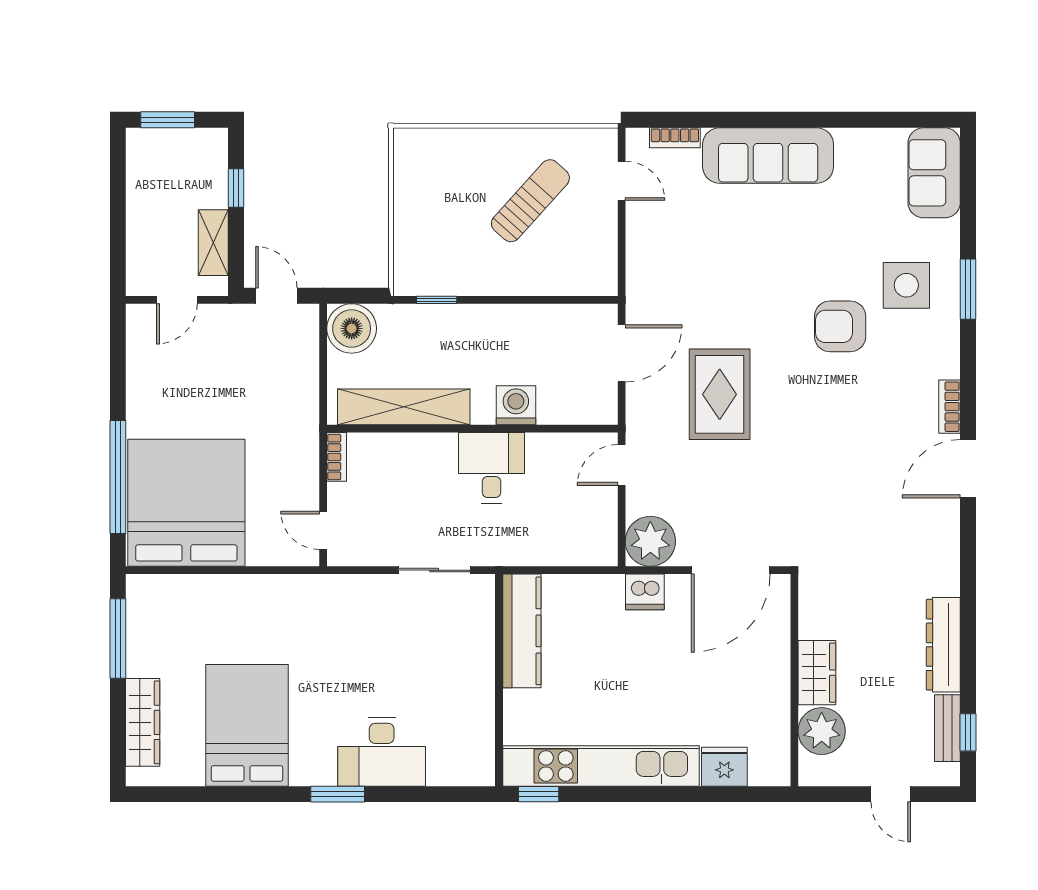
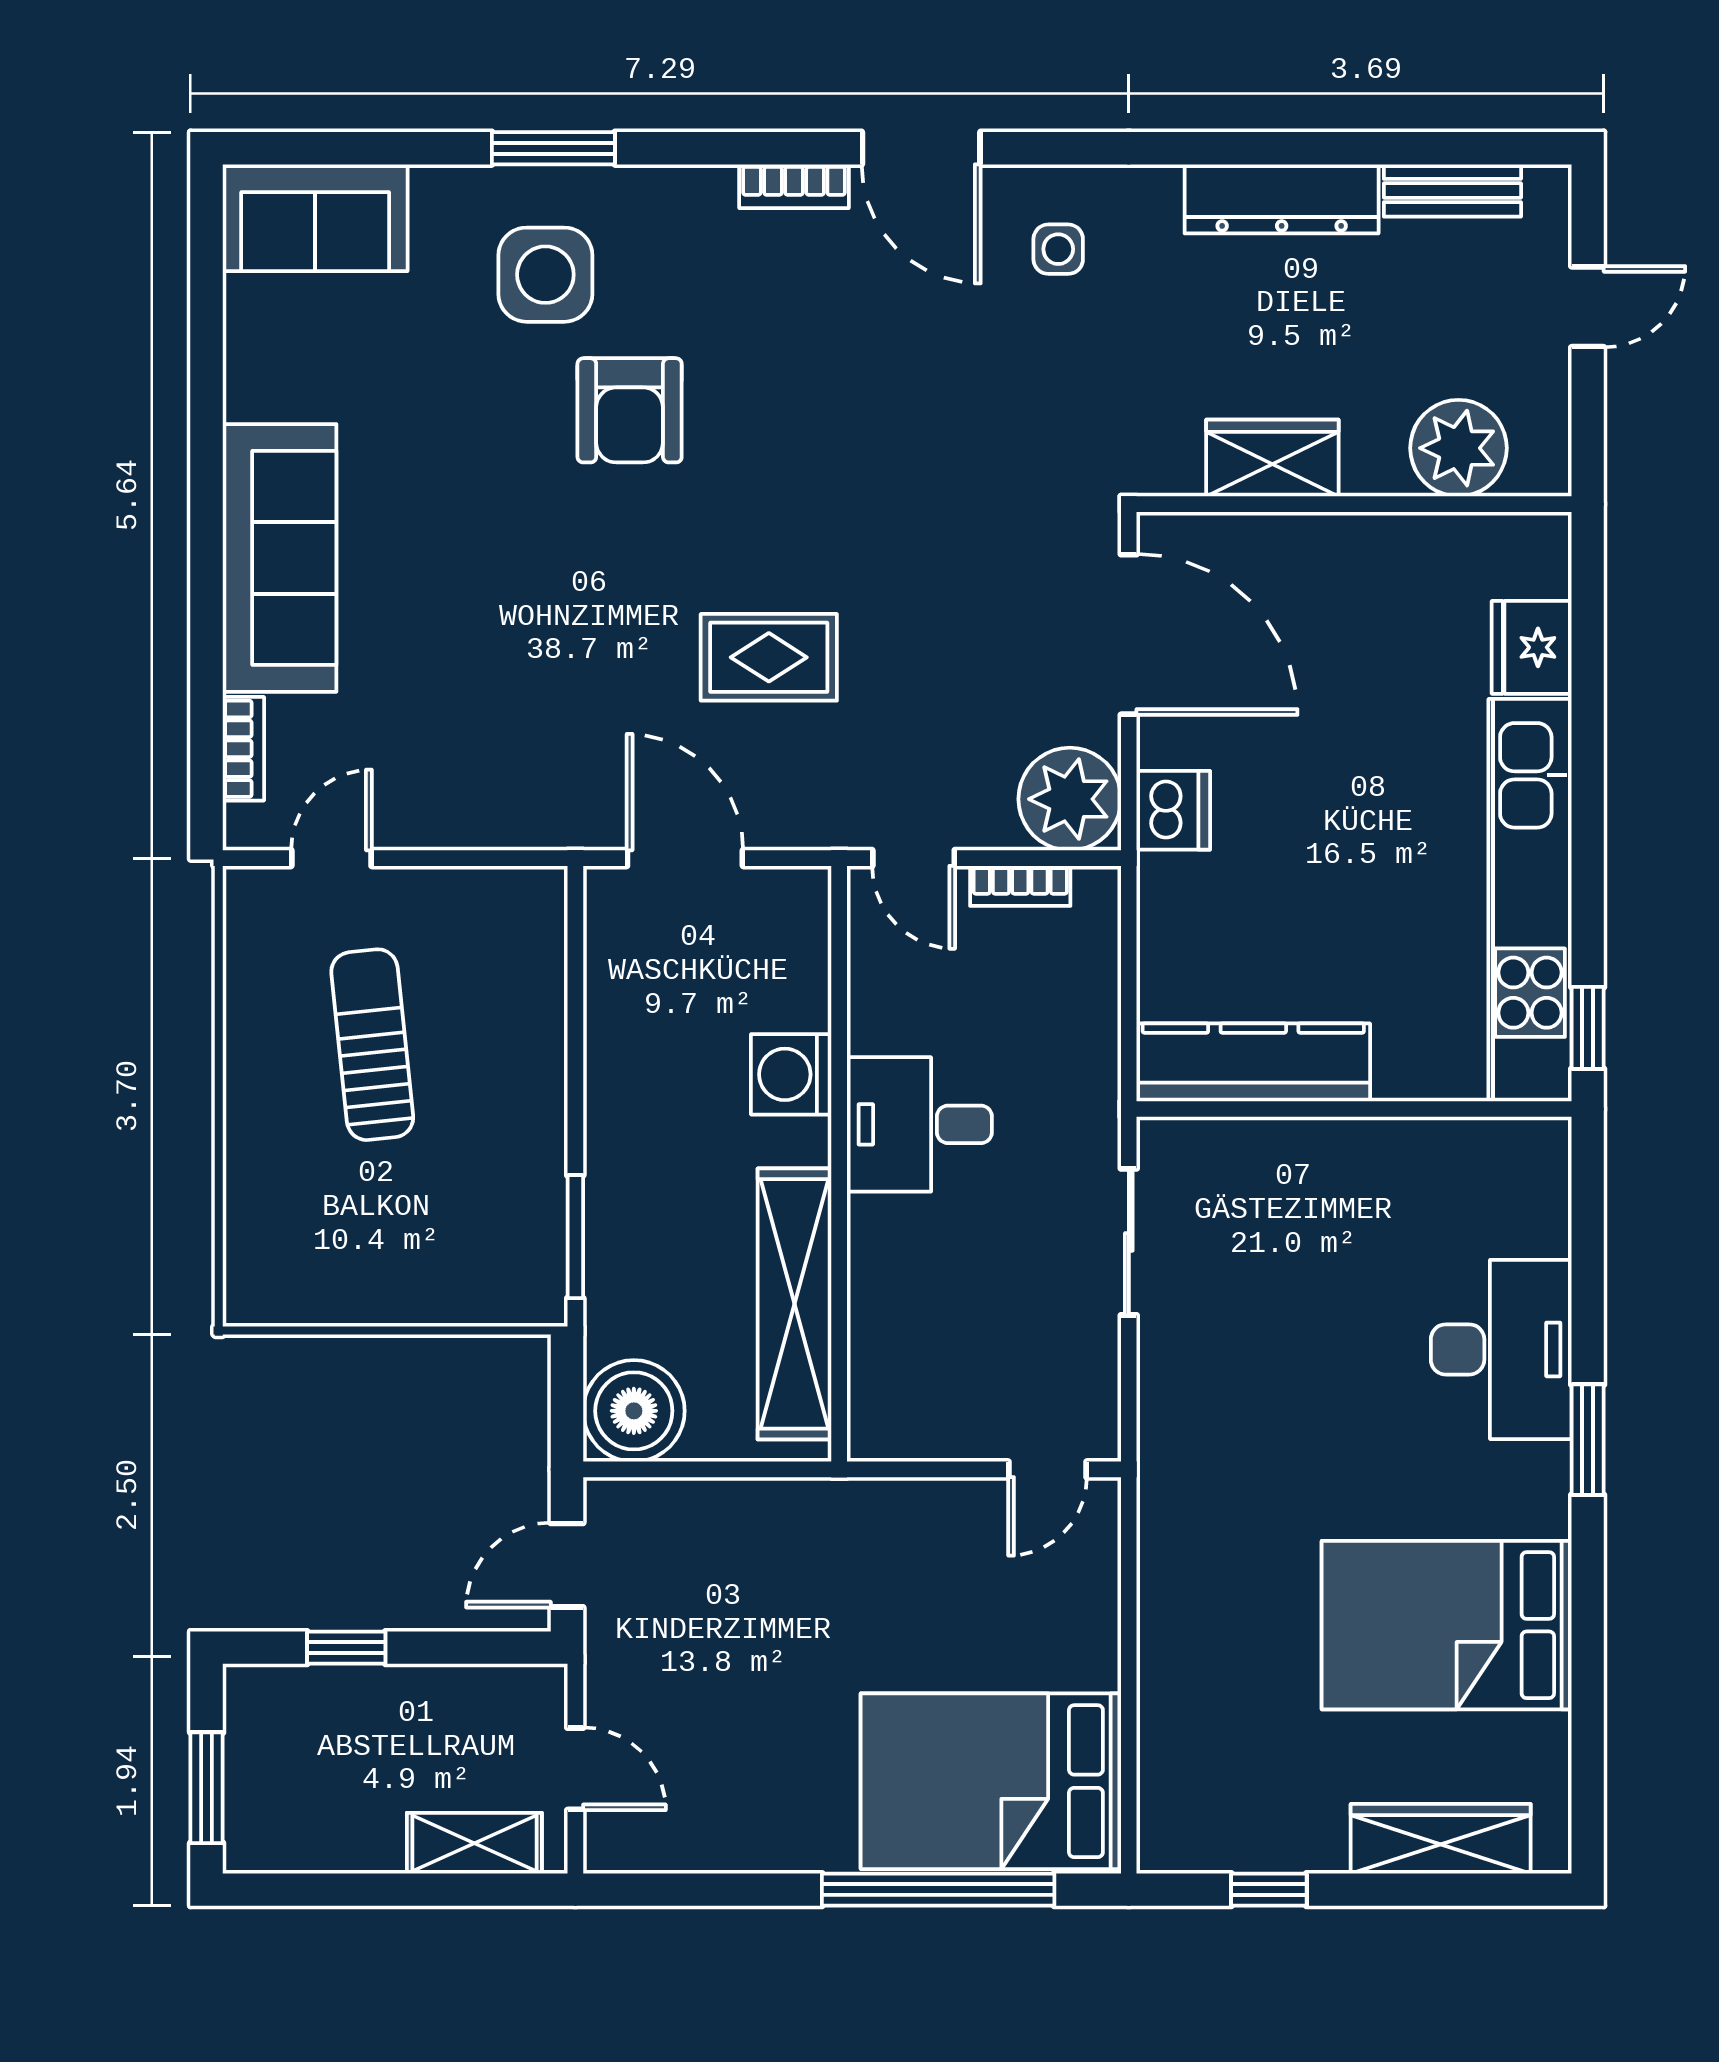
sun lounger: (530, 201) -> (372, 1045), turned 42
shelving: (213, 243) -> (474, 1843), moved
window: (437, 300) -> (575, 1237), width x1.50
rug: (720, 394) -> (769, 657), width x0.73, depth x0.70
bookcase: (337, 457) -> (1020, 886), moved, turned 180
bed: (186, 503) -> (991, 1781), width x0.73
side table: (919, 536) -> (1058, 249), added
window: (118, 639) -> (1269, 1890), width x0.46
wardrobe: (817, 673) -> (1272, 458), moved
window: (968, 732) -> (1461, 148), removed

